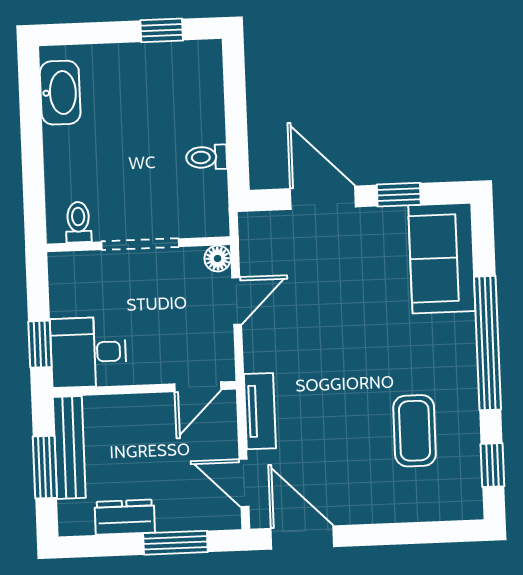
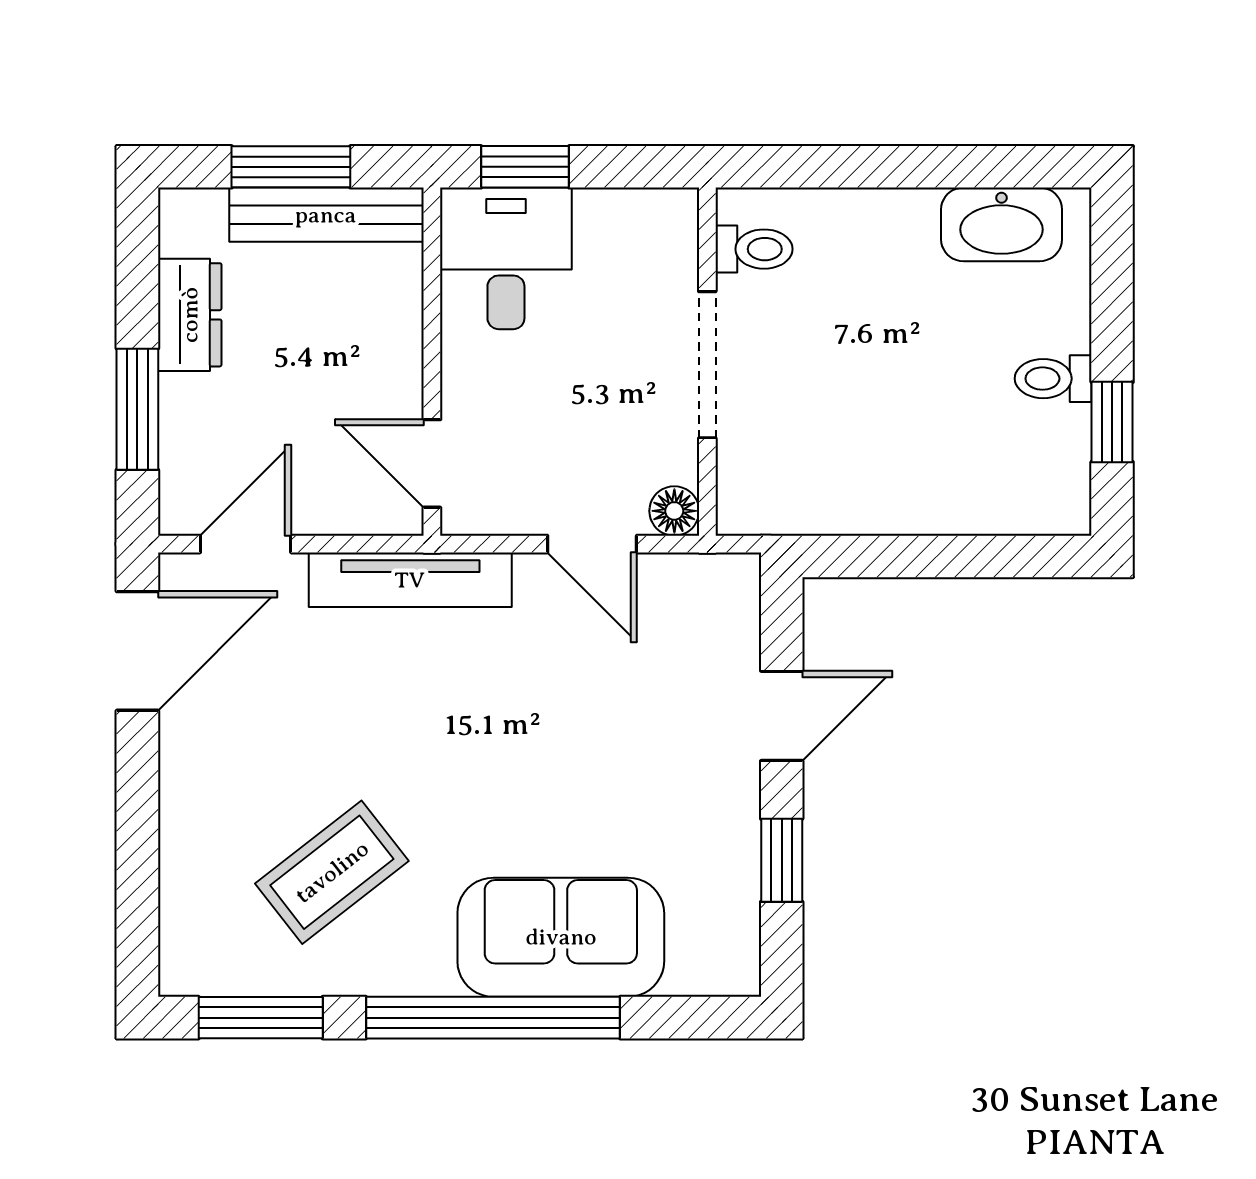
toilet: (206, 157) -> (1053, 379), moved, turned -90
door: (323, 198) -> (782, 716), width x0.73
sofa: (442, 258) -> (561, 937), moved
tv unit: (260, 411) -> (410, 580), width x1.41
coffee table: (415, 431) -> (332, 872), turned -38
window: (492, 465) -> (261, 1018), width x1.50

